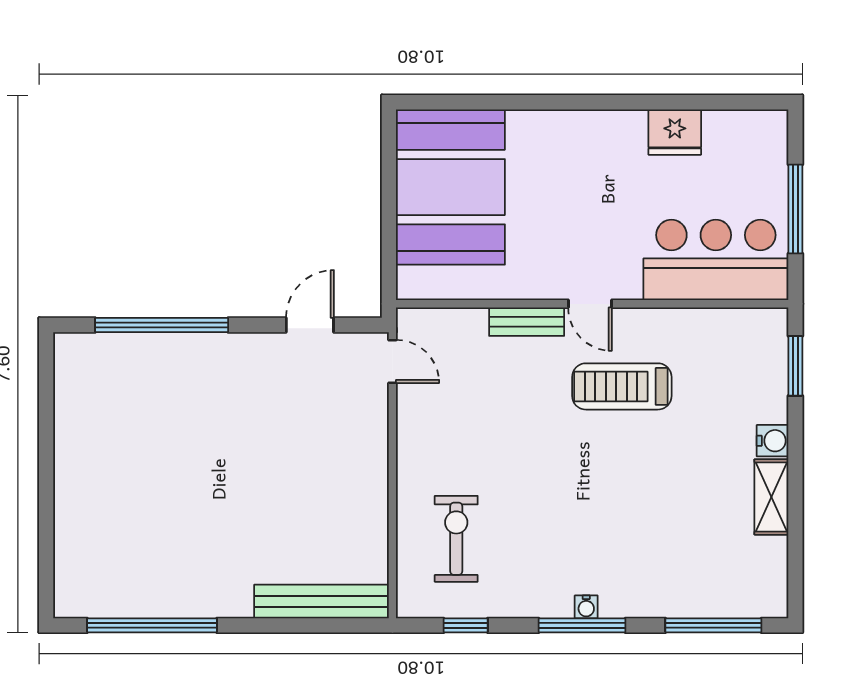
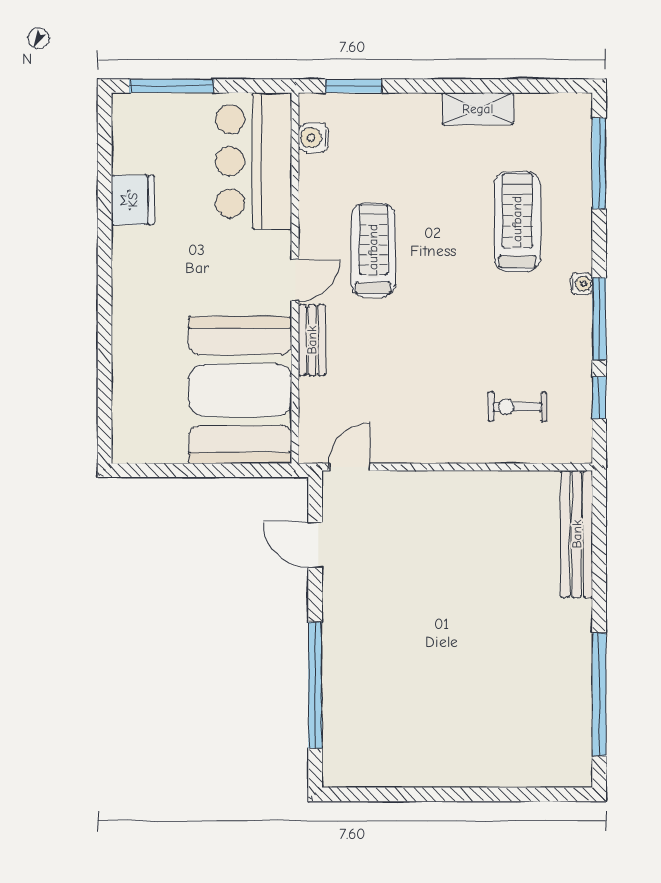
booth: (450, 187) -> (240, 390), moved, turned 90
window: (795, 209) -> (171, 86), moved
treadmill: (622, 386) -> (373, 250), turned 180
water cooler: (772, 441) -> (313, 138), moved, turned -90
exercise bike: (456, 539) -> (517, 407), width x0.73, depth x0.72
treadmill: (652, 539) -> (517, 222), added
window: (582, 625) -> (599, 319), moved

